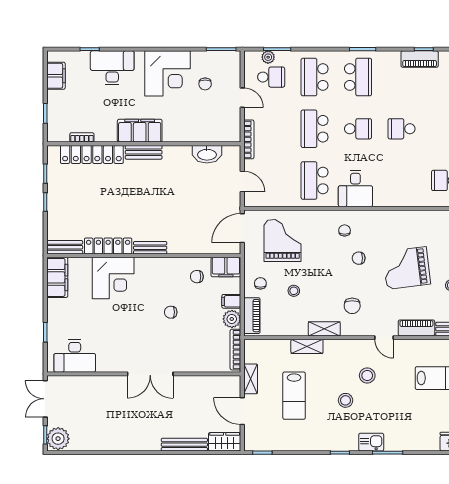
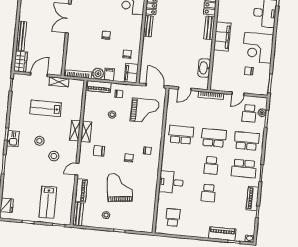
piano: (420, 59) -> (253, 199), moved
school desk: (402, 129) -> (208, 193), turned 180
filing cabinet: (140, 131) -> (222, 37), moved
desk: (355, 188) -> (171, 182), moved
shelving: (307, 346) -> (75, 131), moved
kitchen sink: (371, 442) -> (13, 139), moved

